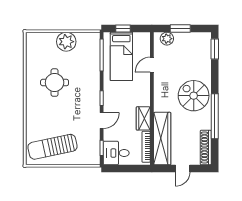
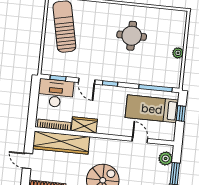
plant: (66, 42) -> (178, 53), width x0.53, depth x0.53
desk: (116, 153) -> (56, 93), width x1.37

